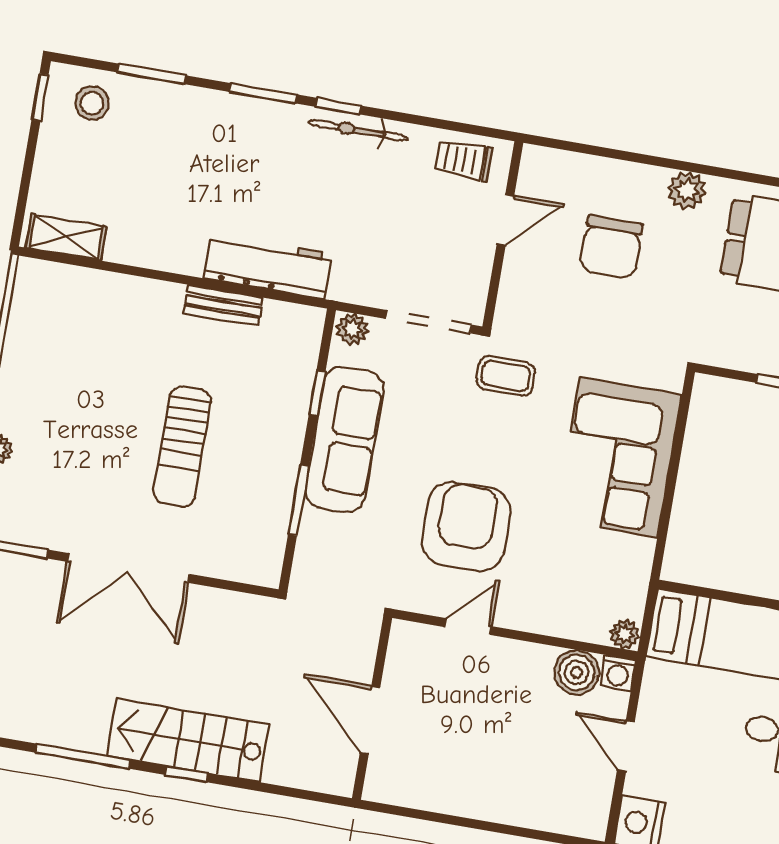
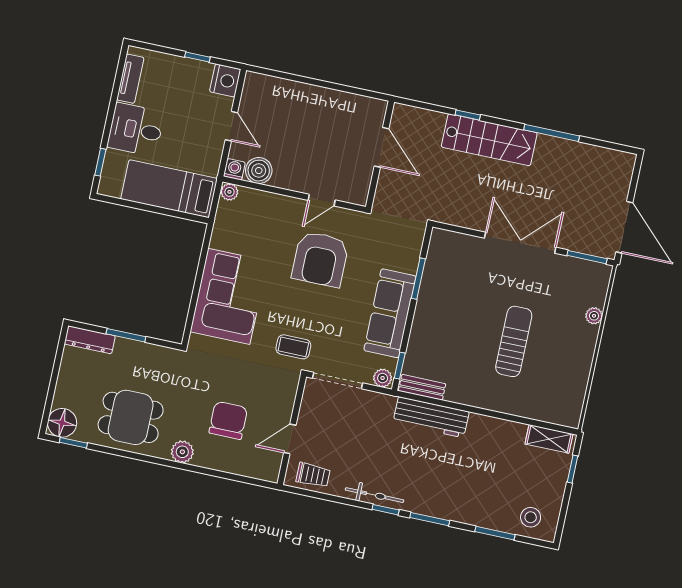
window: (40, 97) -> (572, 469), moved
bench: (223, 306) -> (422, 387), moved
window: (317, 393) -> (400, 366), moved
sun lounger: (182, 446) -> (514, 341), moved
window: (186, 774) -> (468, 115), moved

